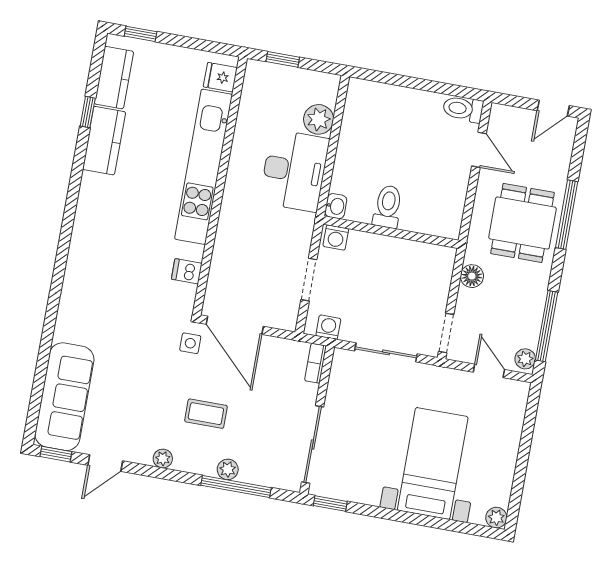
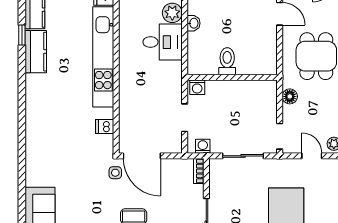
desk: (294, 171) -> (163, 42), width x0.73
washbasin: (336, 206) -> (193, 23), moved

